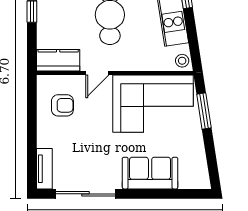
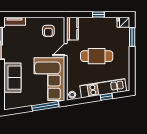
door: (97, 73) -> (66, 49), hinge flipped
window: (204, 111) -> (45, 106), width x1.44

